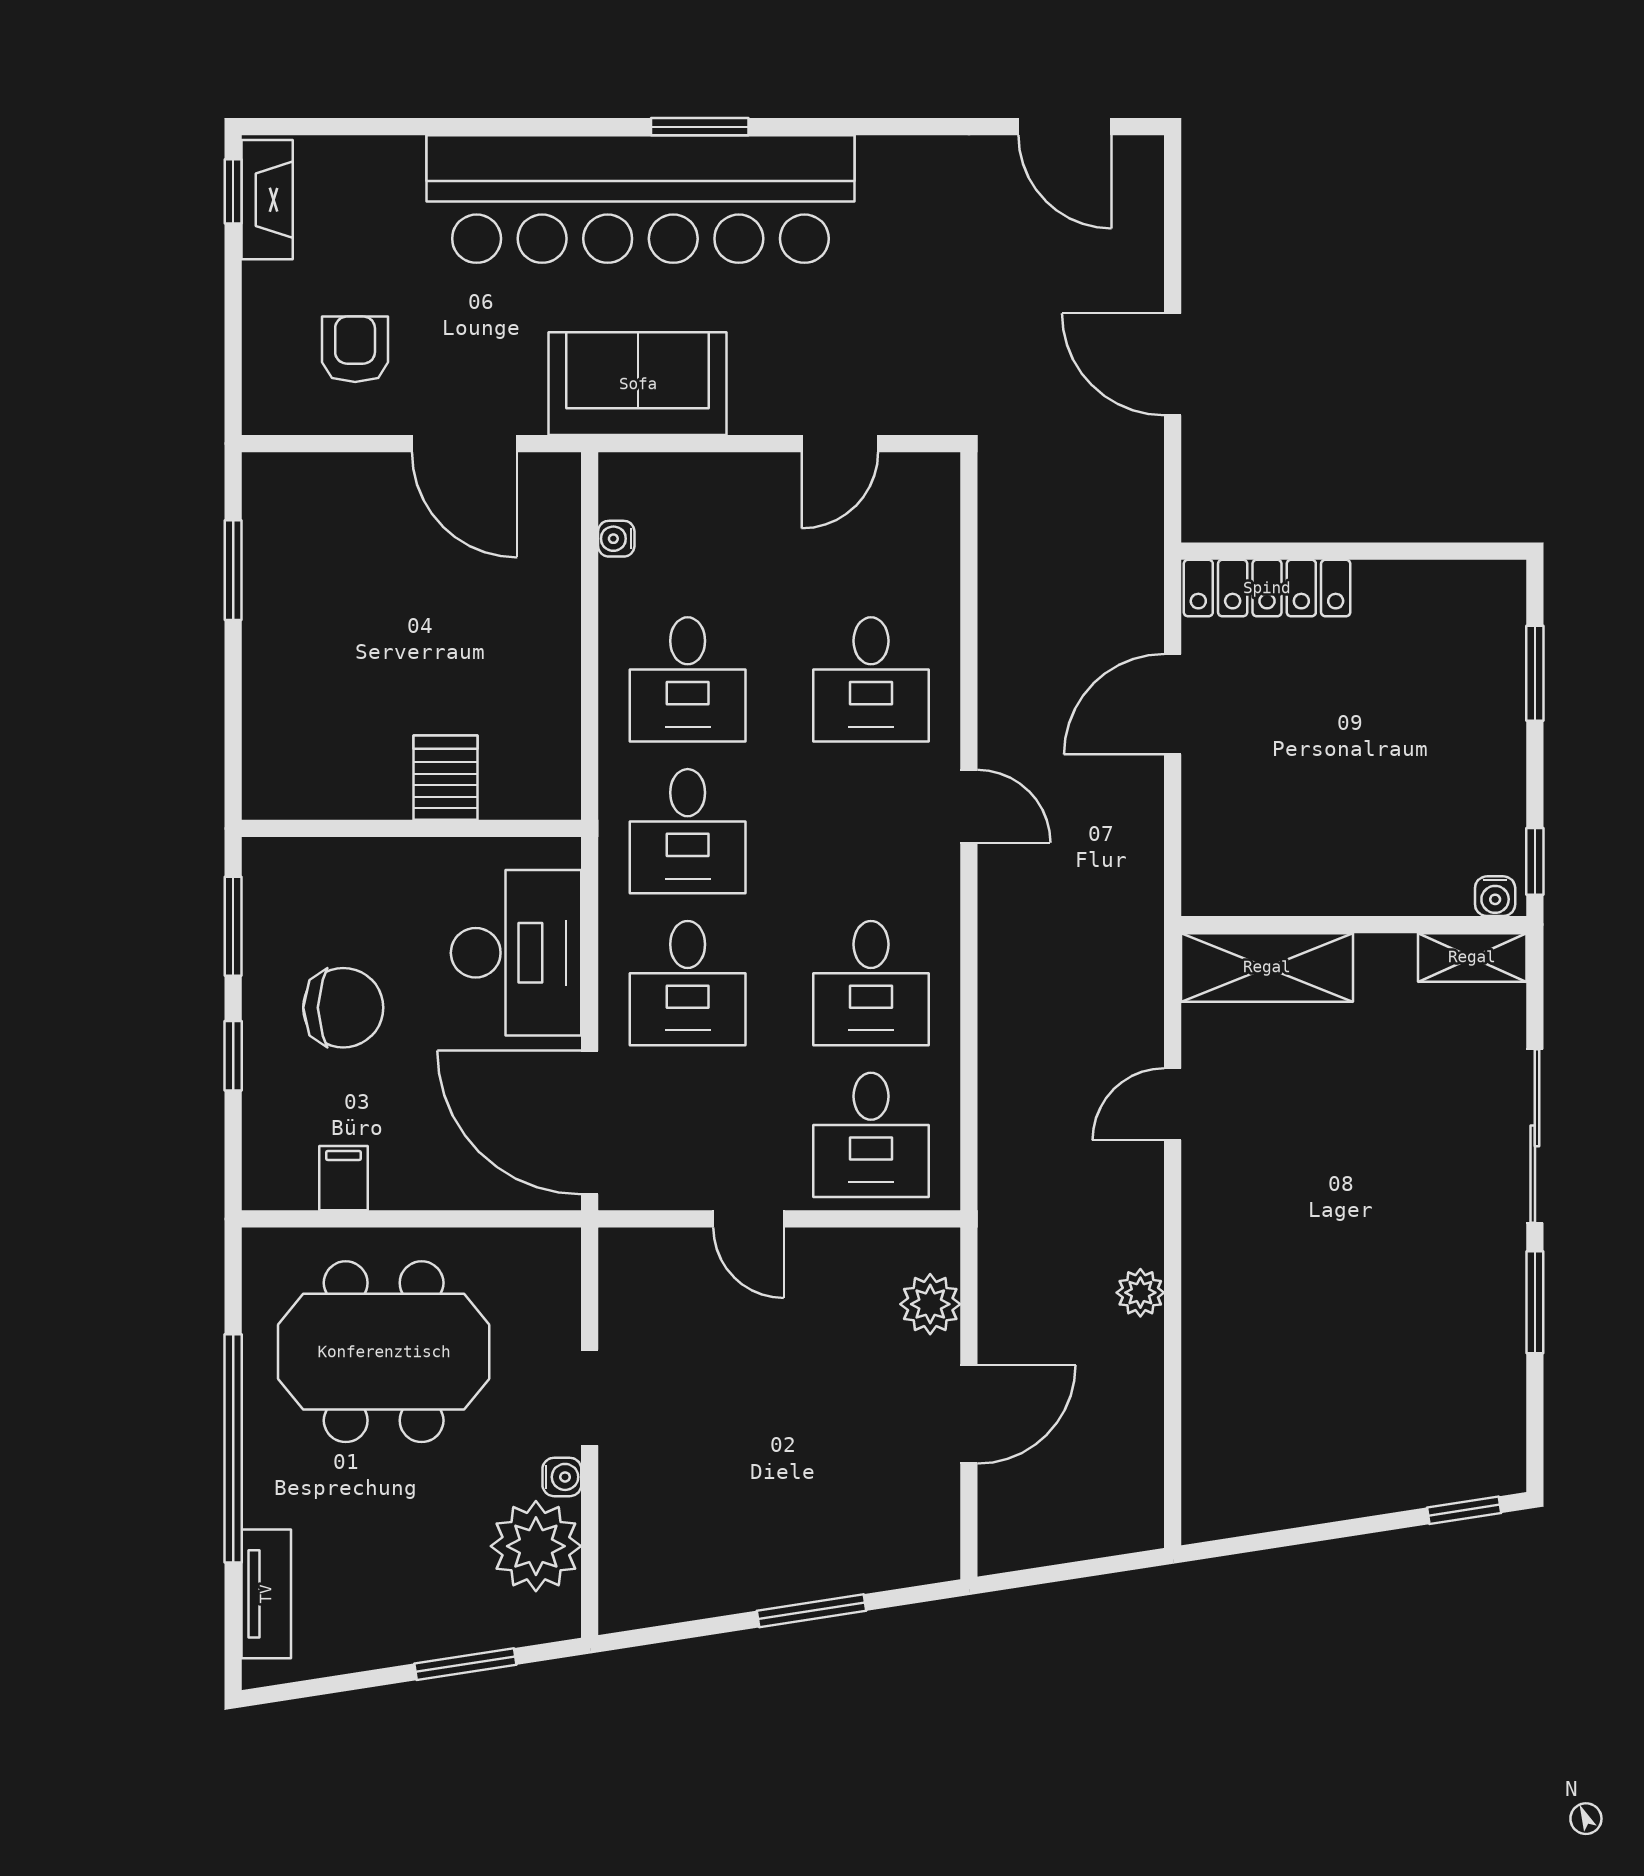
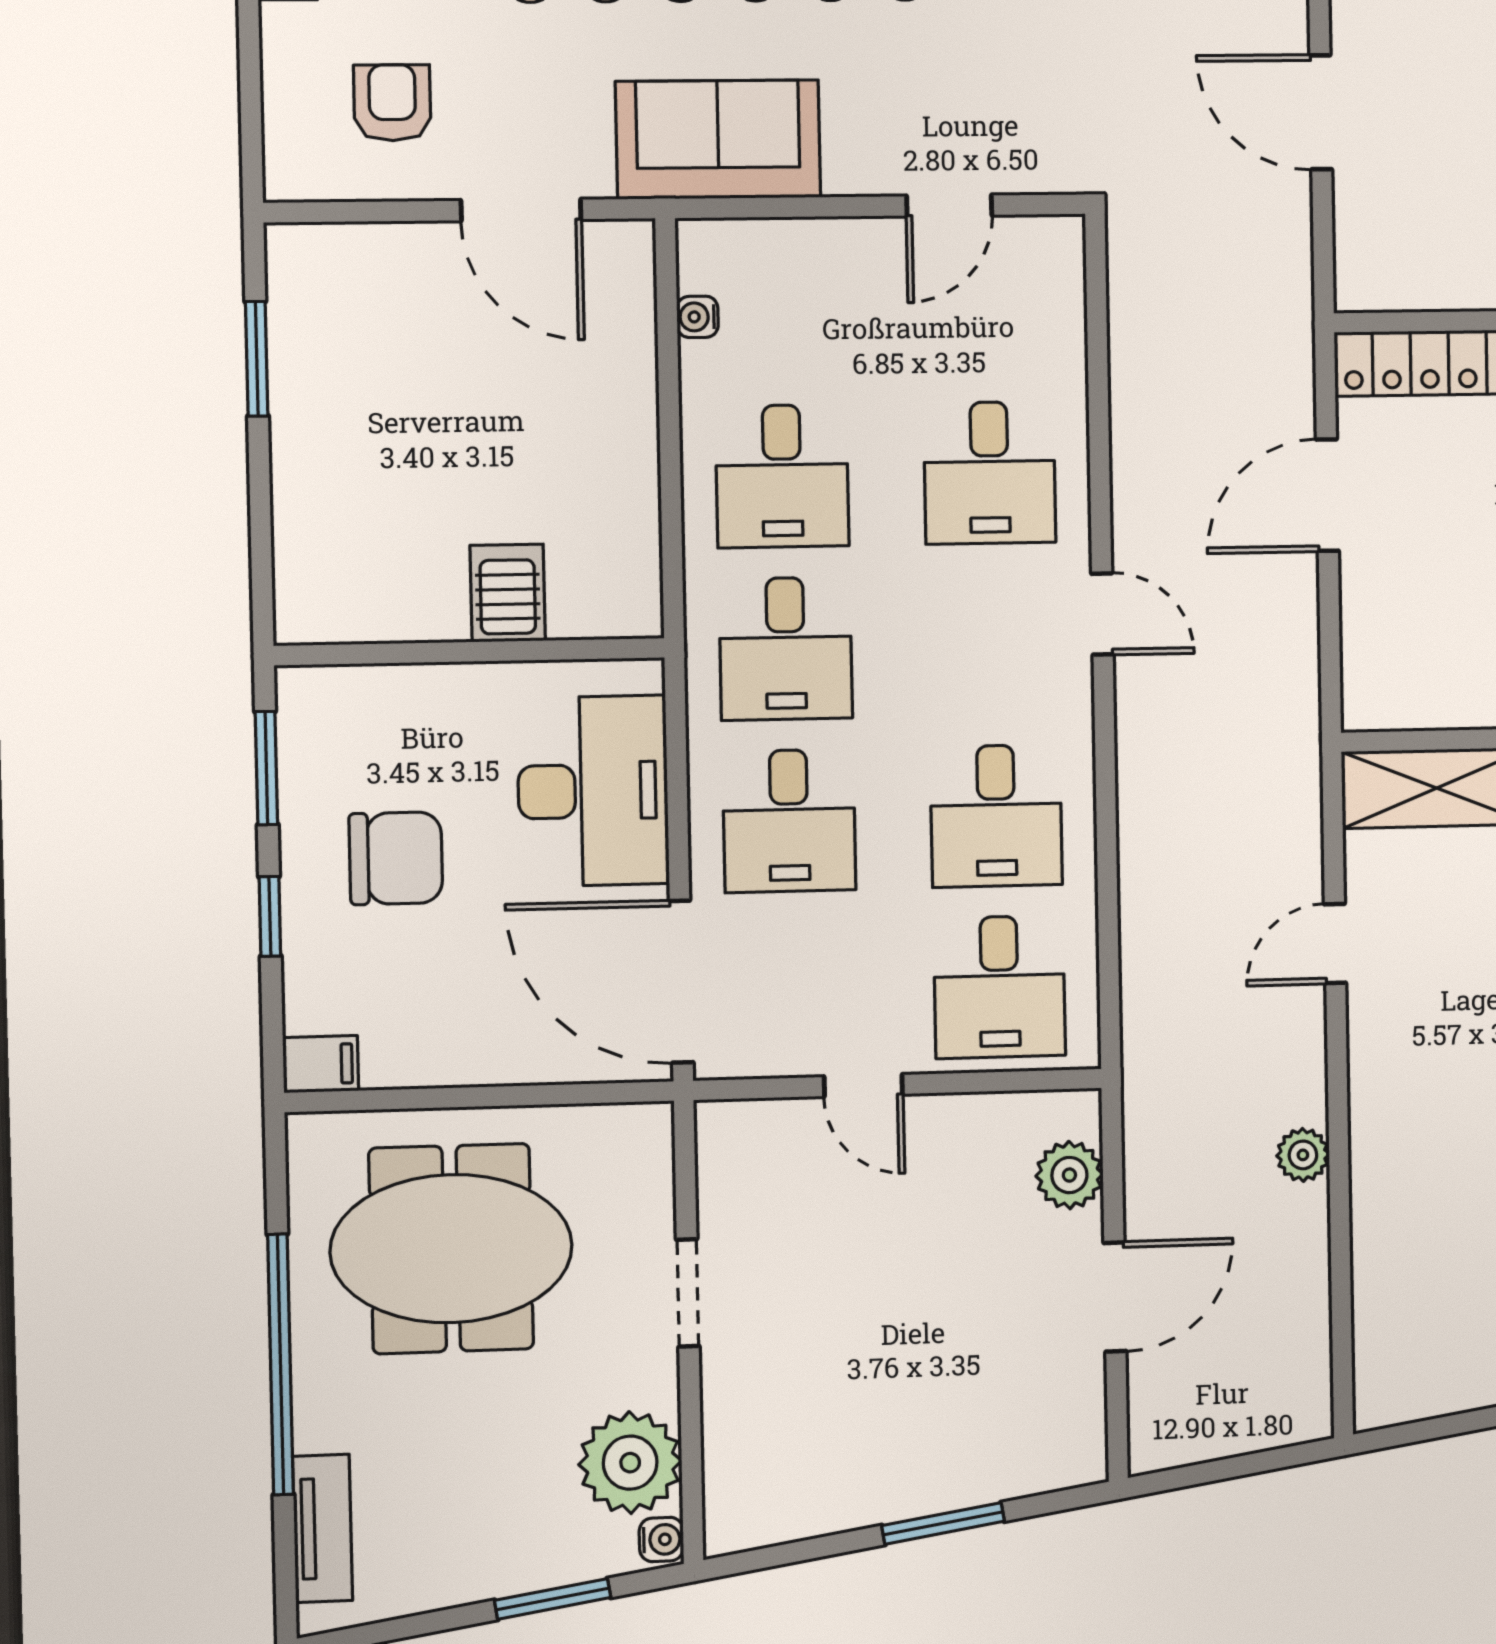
filing cabinet: (344, 1178) -> (321, 1064), moved, turned 90
water cooler: (562, 1477) -> (661, 1539), moved

